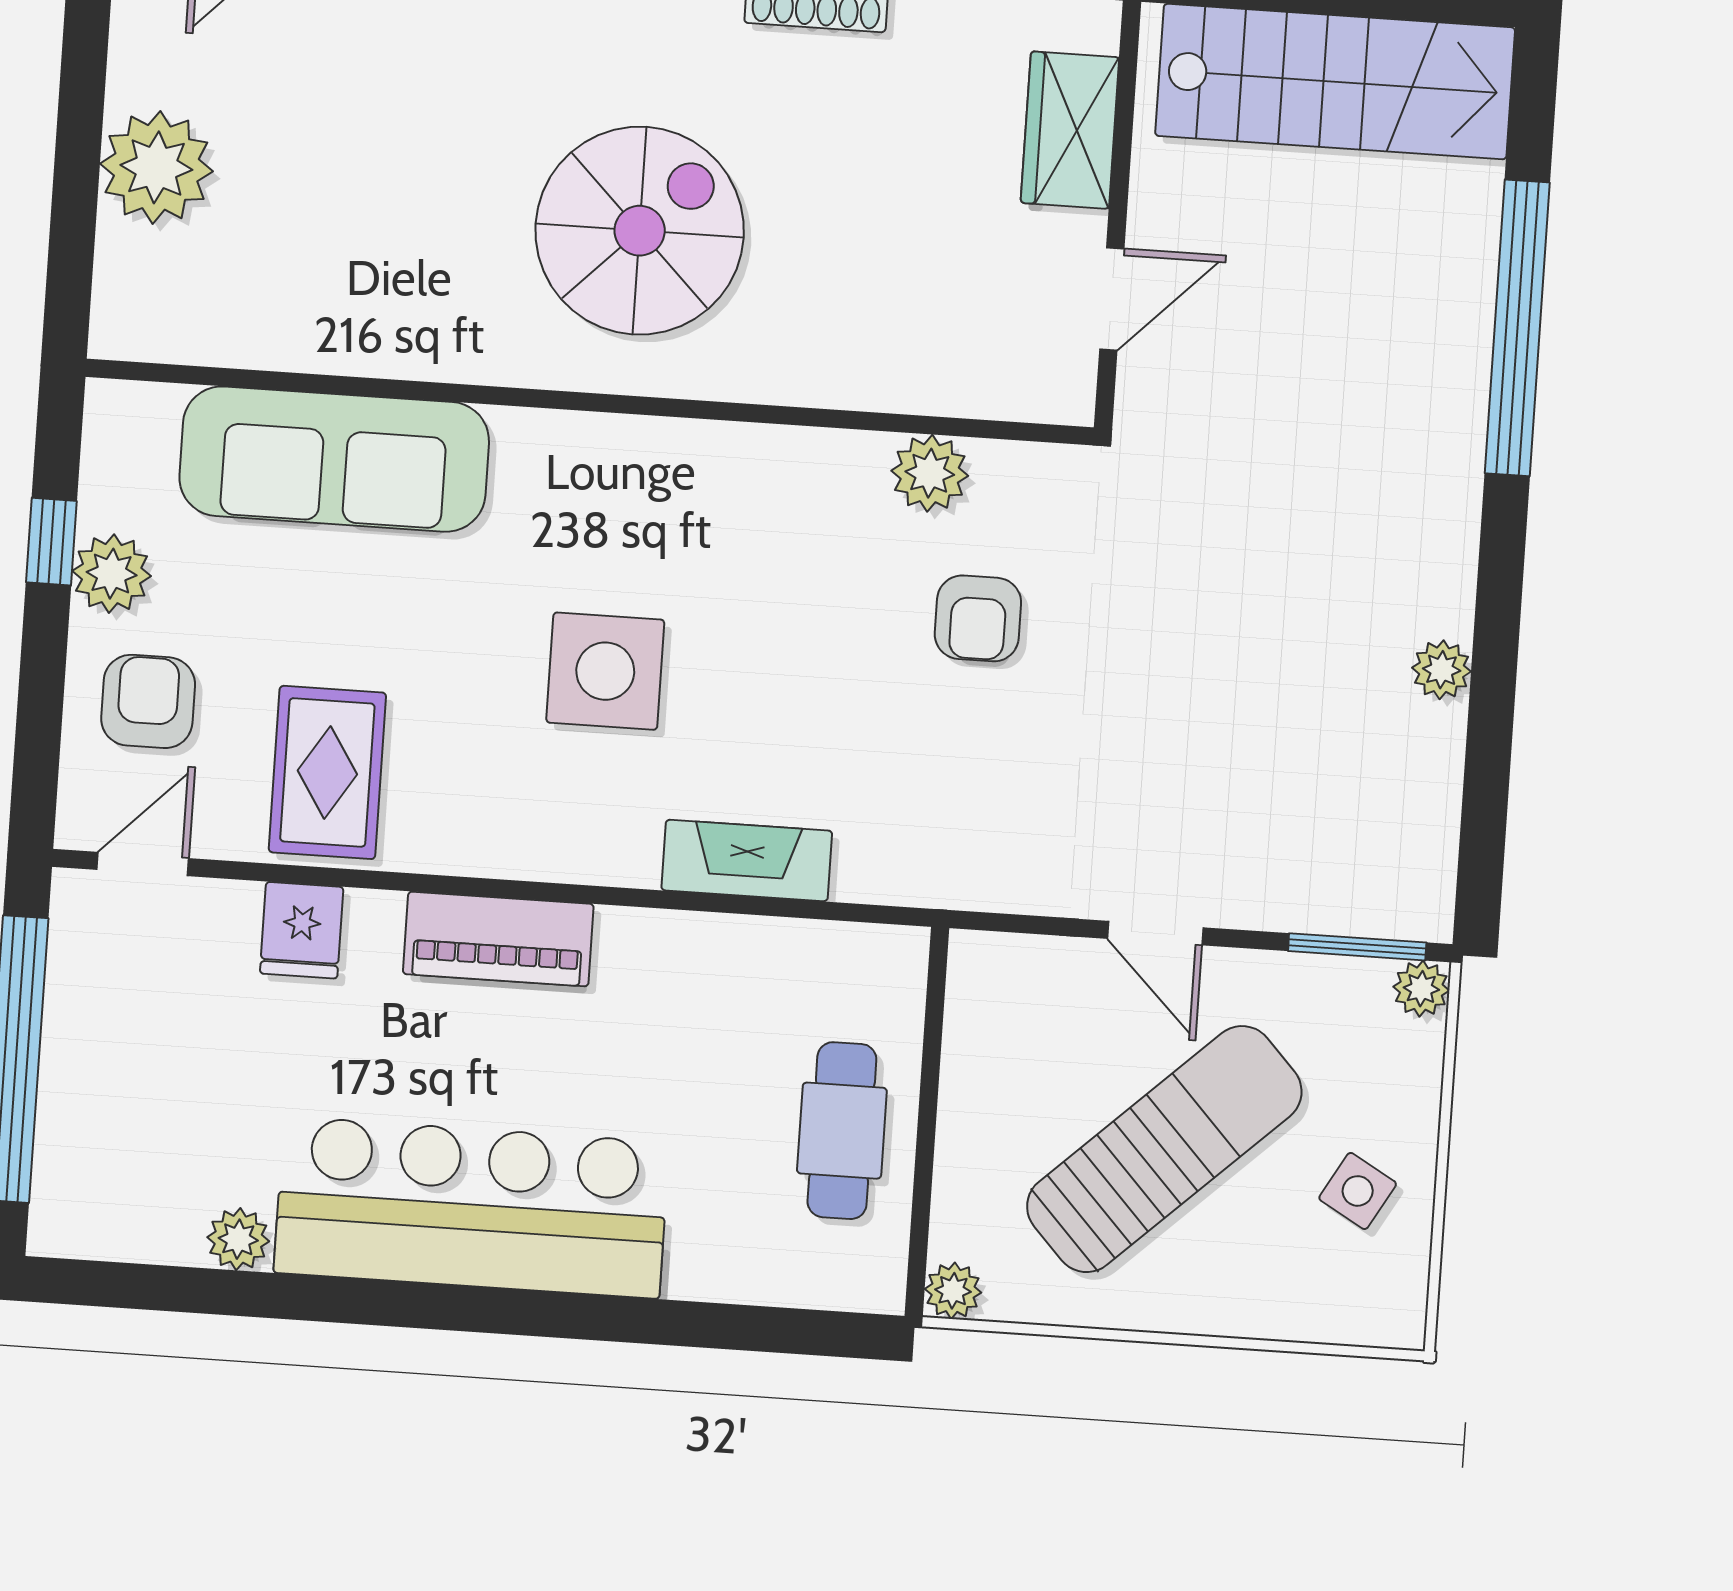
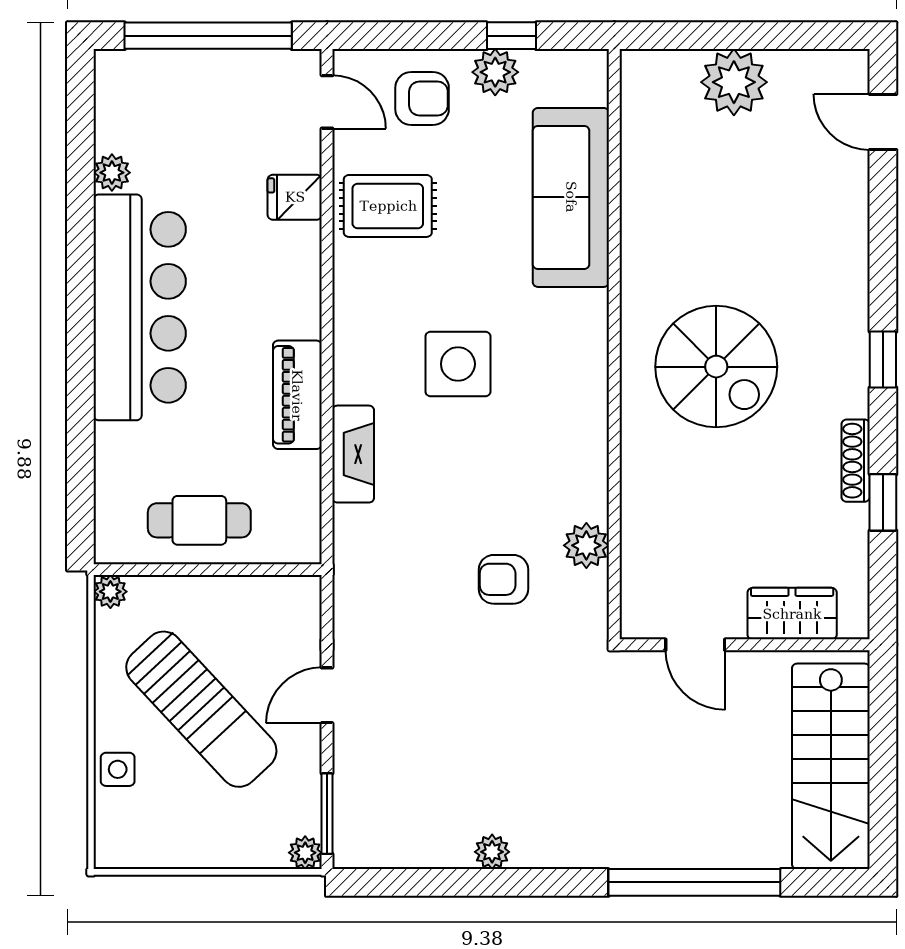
piano: (498, 939) -> (297, 395), moved
side table: (1358, 1191) -> (118, 769), moved, turned -30

